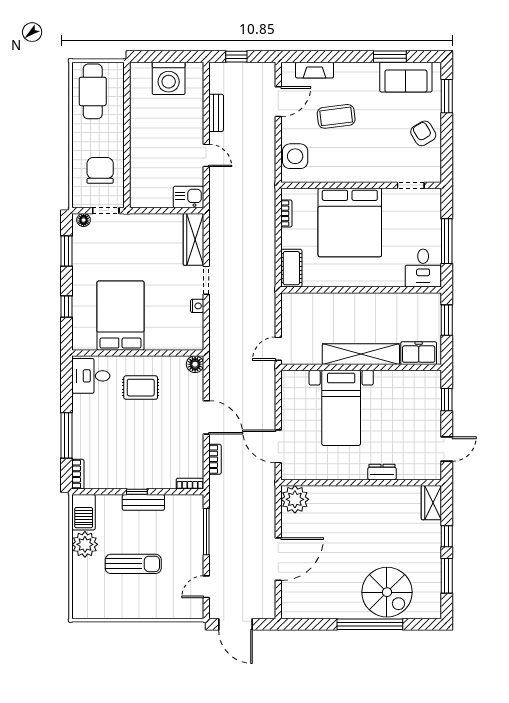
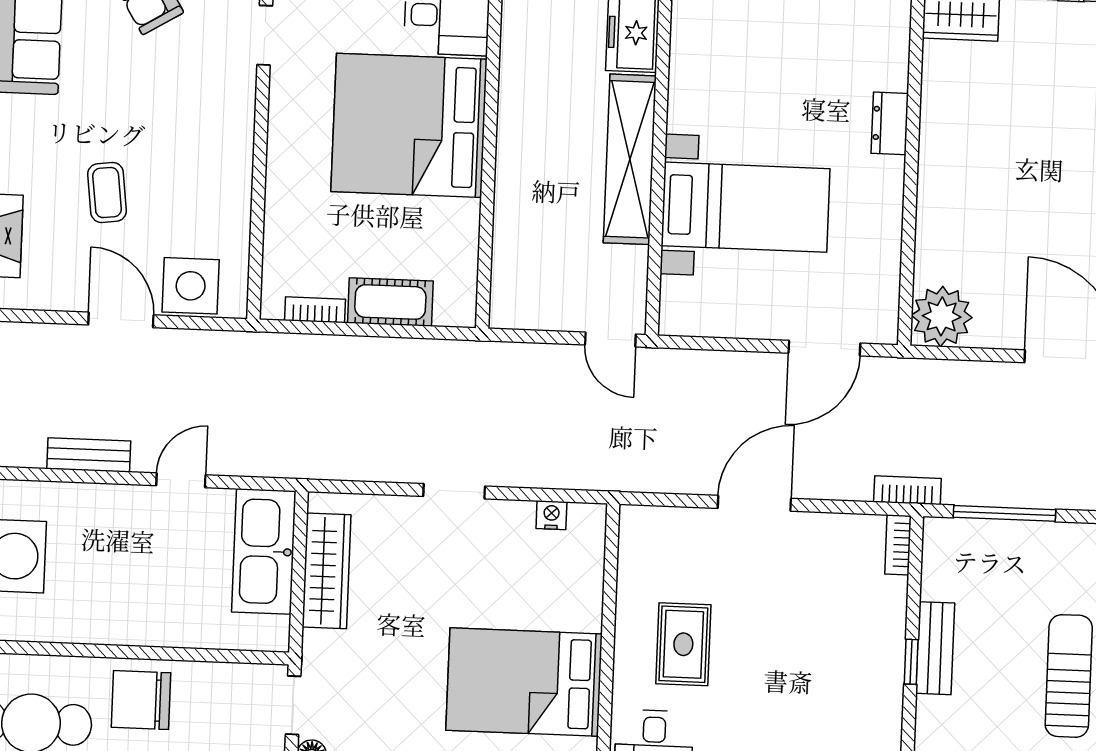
door: (278, 102) -> (121, 320), moved
coffee table: (336, 116) -> (107, 193), width x0.73, depth x0.77
chair: (100, 170) -> (141, 700), moved
kitchen sink: (188, 197) -> (264, 551), width x1.87, depth x1.24
bed: (350, 223) -> (409, 125), moved, turned 180
wardrobe: (193, 239) -> (327, 571), moved, turned -90
cot: (291, 268) -> (390, 302), moved
nightstand: (197, 306) -> (551, 515), moved
floor lamp: (195, 364) -> (637, 523), removed
bookcase: (215, 459) -> (907, 490), moved

